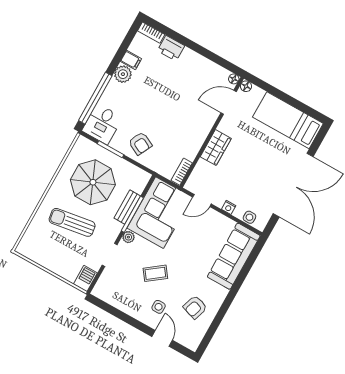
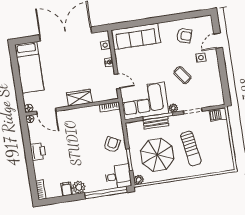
printer: (171, 48) -> (38, 152), moved
plant: (82, 143) -> (139, 180), added

